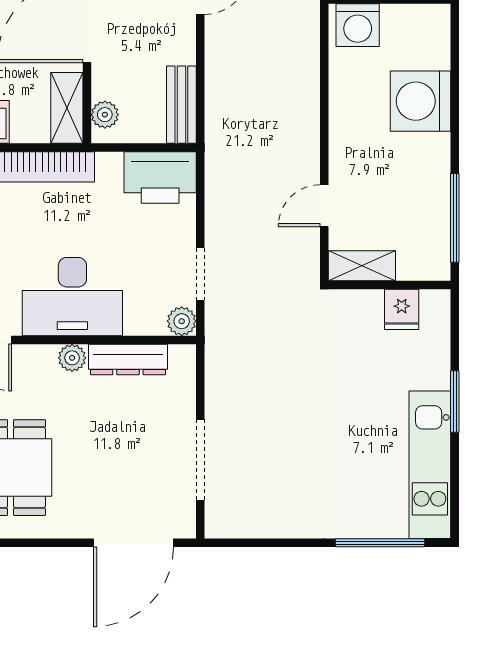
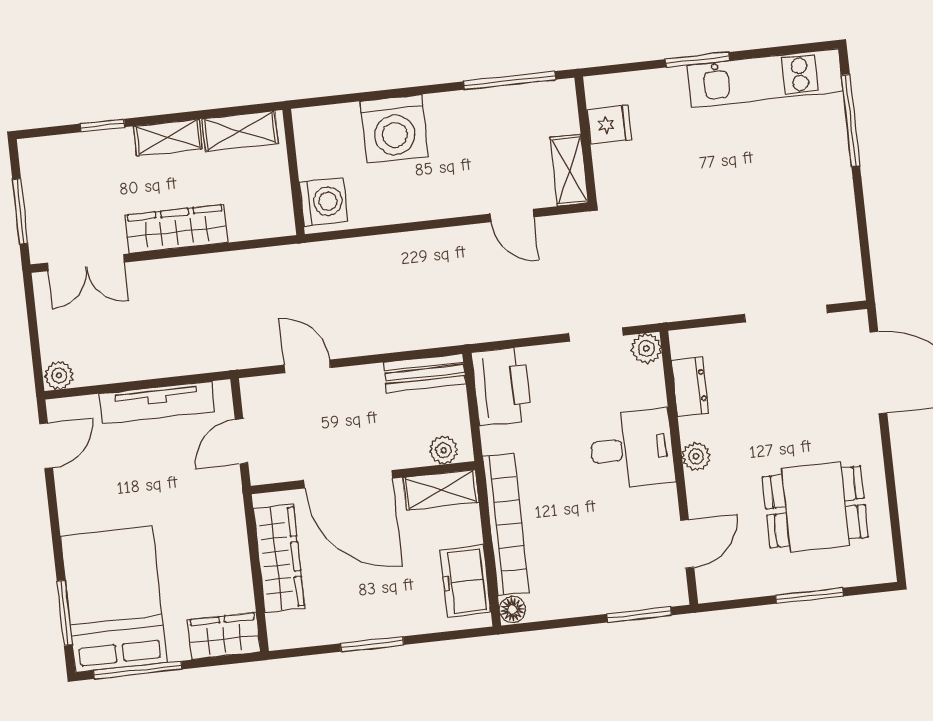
desk: (72, 297) -> (632, 449), width x0.73
dresser: (128, 360) -> (690, 387), width x0.70

